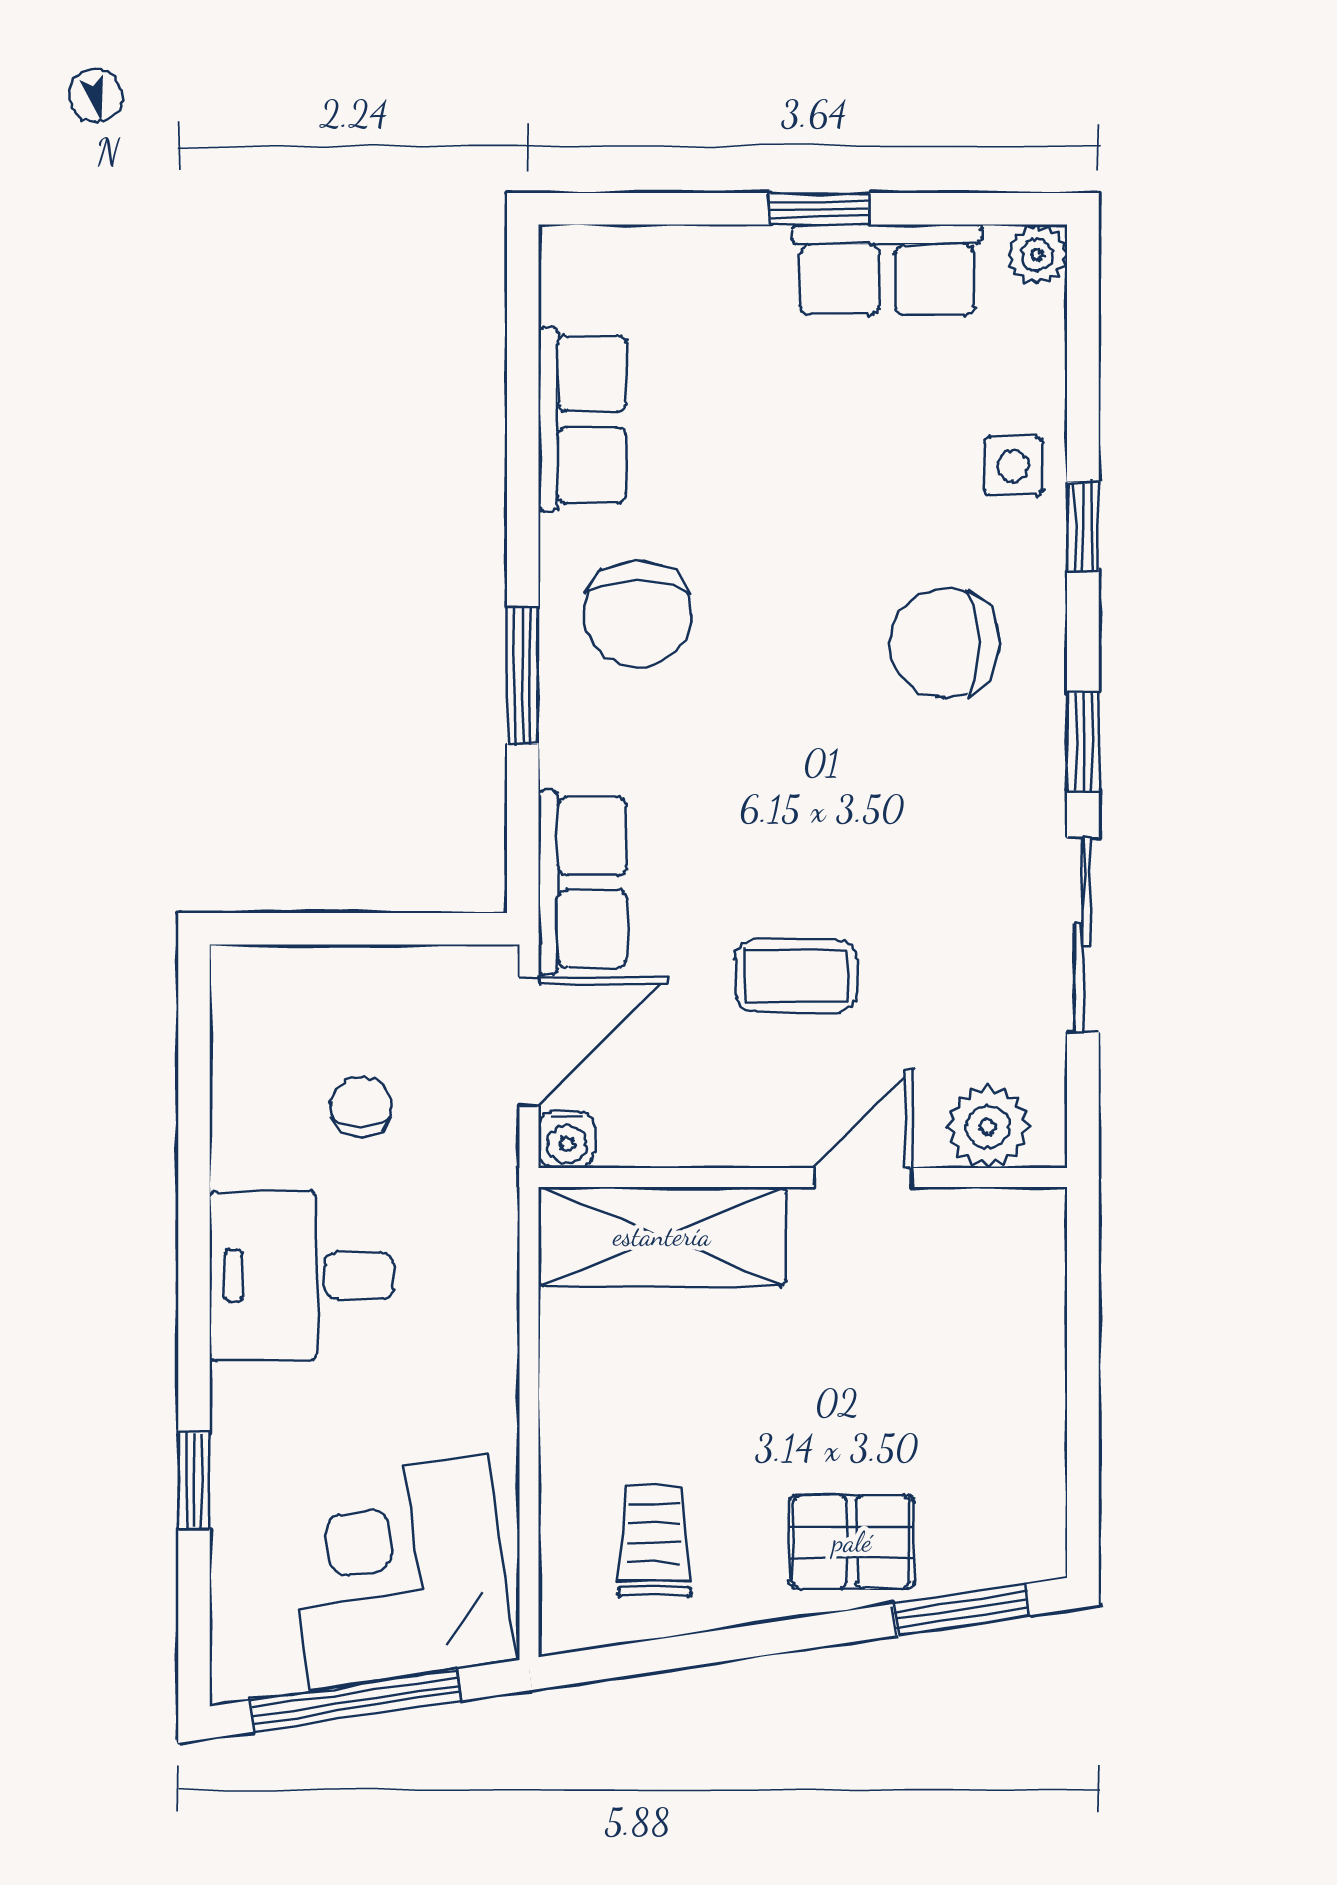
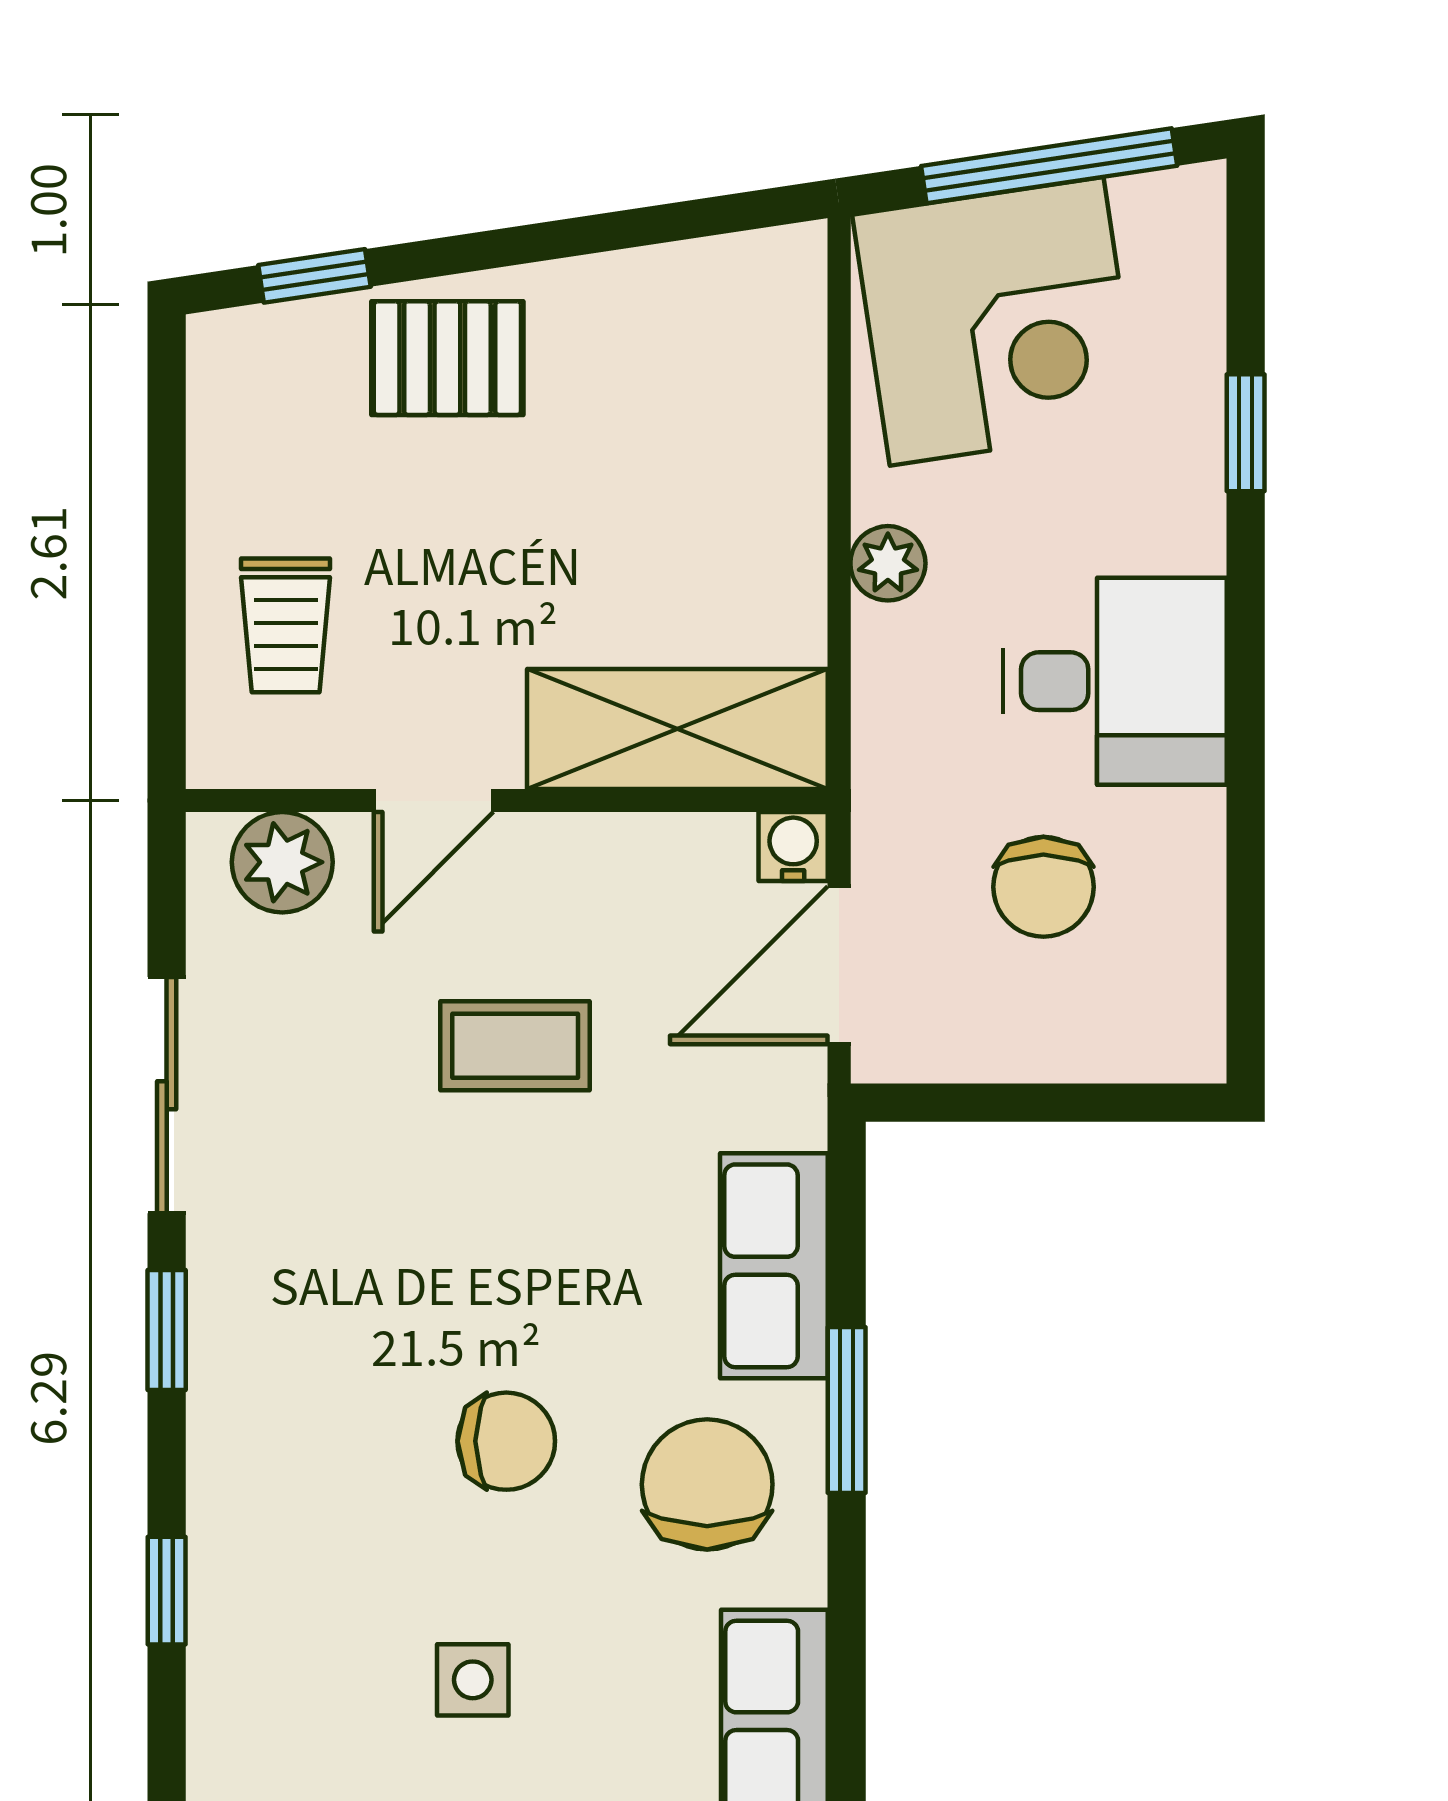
side table: (1013, 466) -> (473, 1680), moved
chair: (944, 643) -> (506, 1441), moved, width x0.73, depth x0.73
row of seats: (583, 882) -> (774, 1266), moved
chair: (361, 1106) -> (1043, 887), width x1.37, depth x1.37
plant: (489, 1373) -> (888, 563), added
trolley: (654, 1541) -> (286, 625), moved
window: (961, 1610) -> (314, 276), width x0.67

